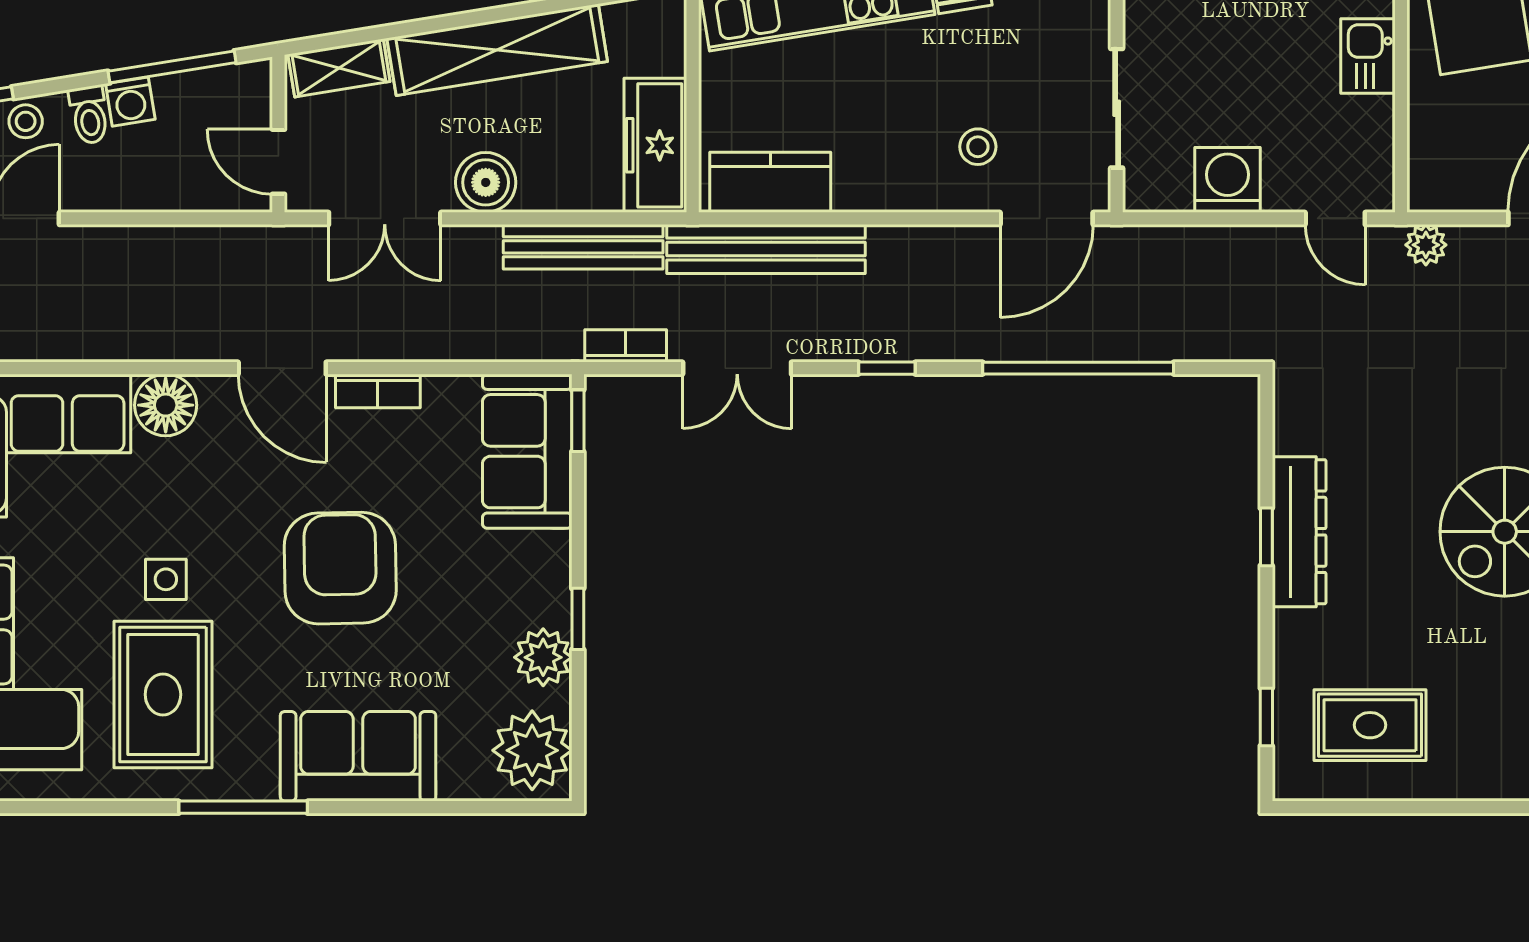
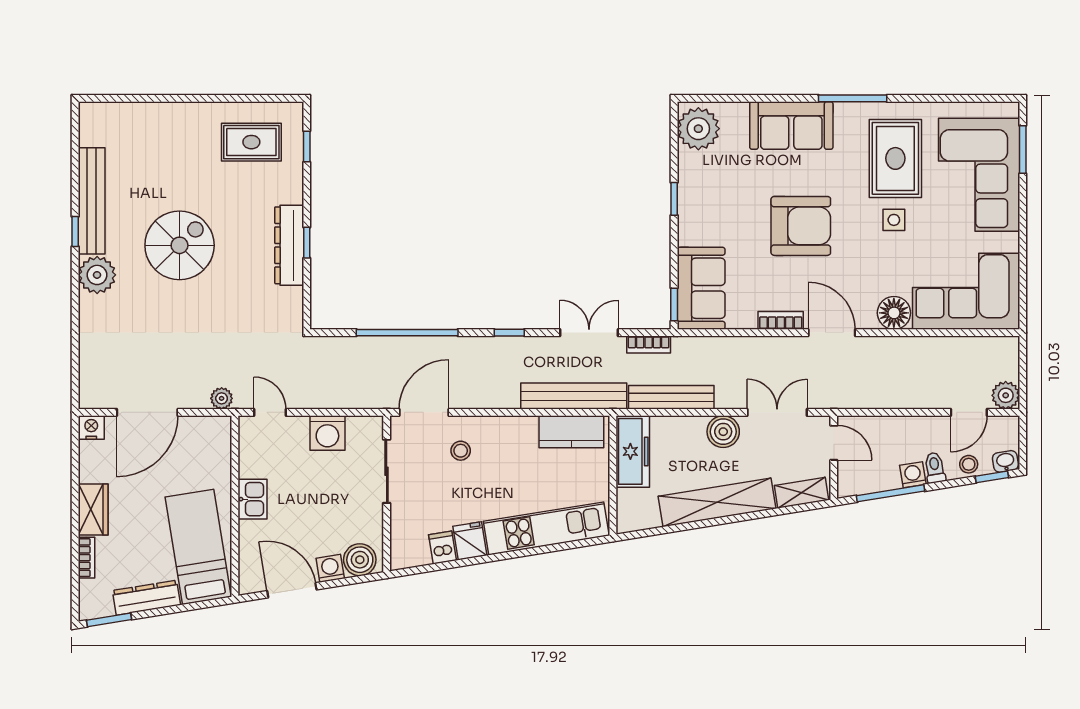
armchair: (340, 568) -> (801, 226), turned -89
plant: (543, 657) -> (693, 178), removed

